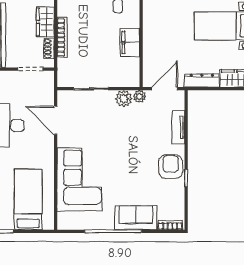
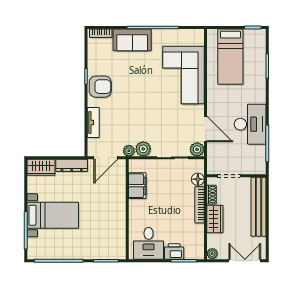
filing cabinet: (130, 42) -> (137, 186), moved
floor lamp: (64, 65) -> (198, 179), added
plant: (65, 98) -> (197, 149), added
armchair: (171, 167) -> (100, 87), turned -90

